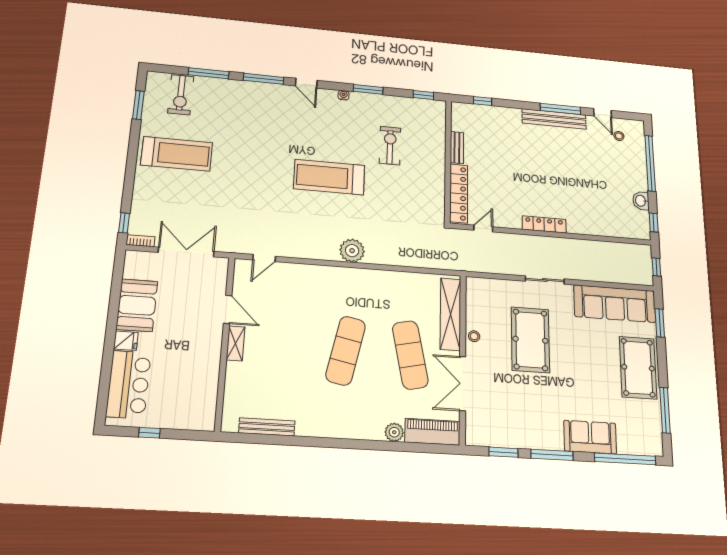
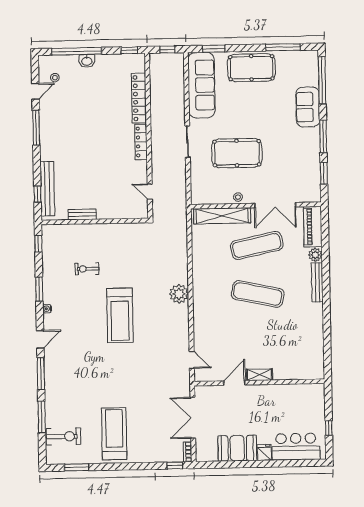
bench: (554, 119) -> (47, 189), moved
exercise bike: (390, 146) -> (87, 269), width x0.73, depth x0.72
locker: (459, 193) -> (139, 98), moved, turned -90
washbasin: (641, 201) -> (87, 61), moved
bench: (267, 427) -> (317, 282), moved

